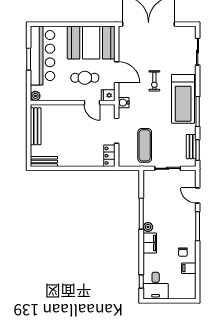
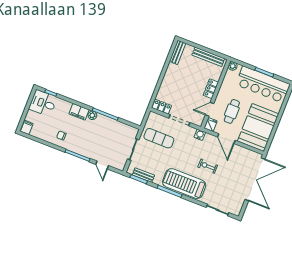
door: (117, 72) -> (226, 139), hinge flipped
locker: (69, 110) -> (211, 89), added
door: (198, 196) -> (102, 165), swing flipped
filing cabinet: (189, 268) -> (27, 127), moved

